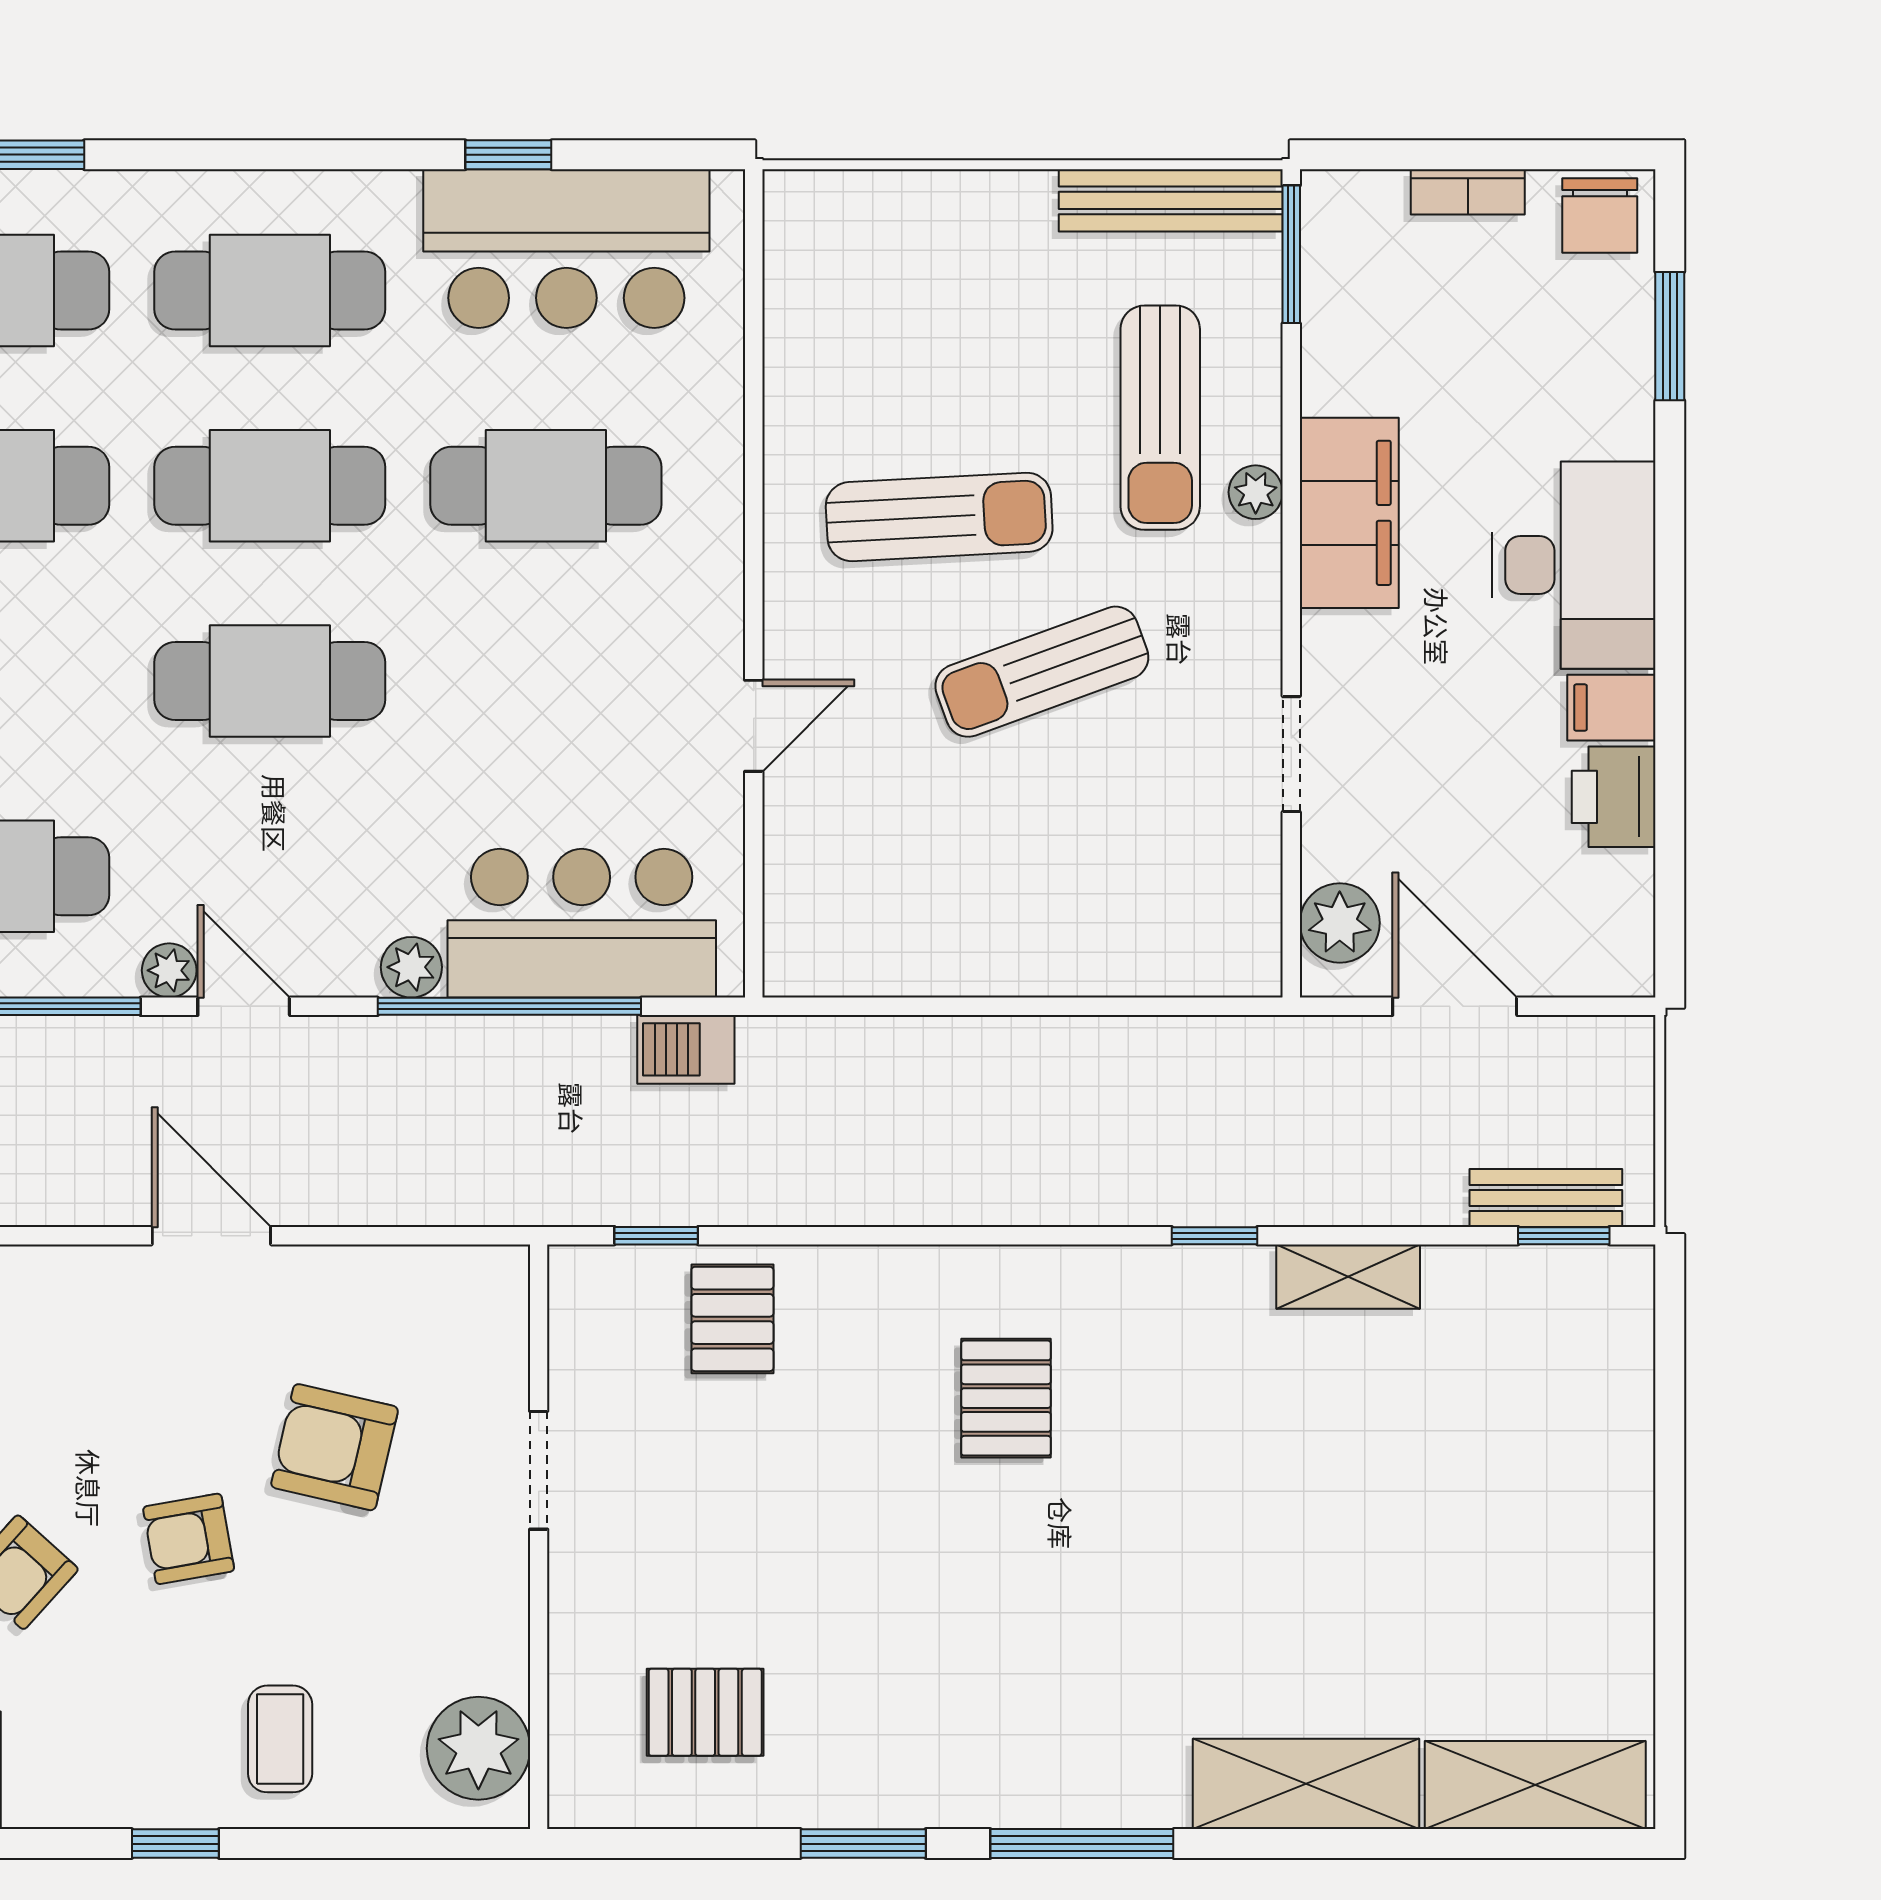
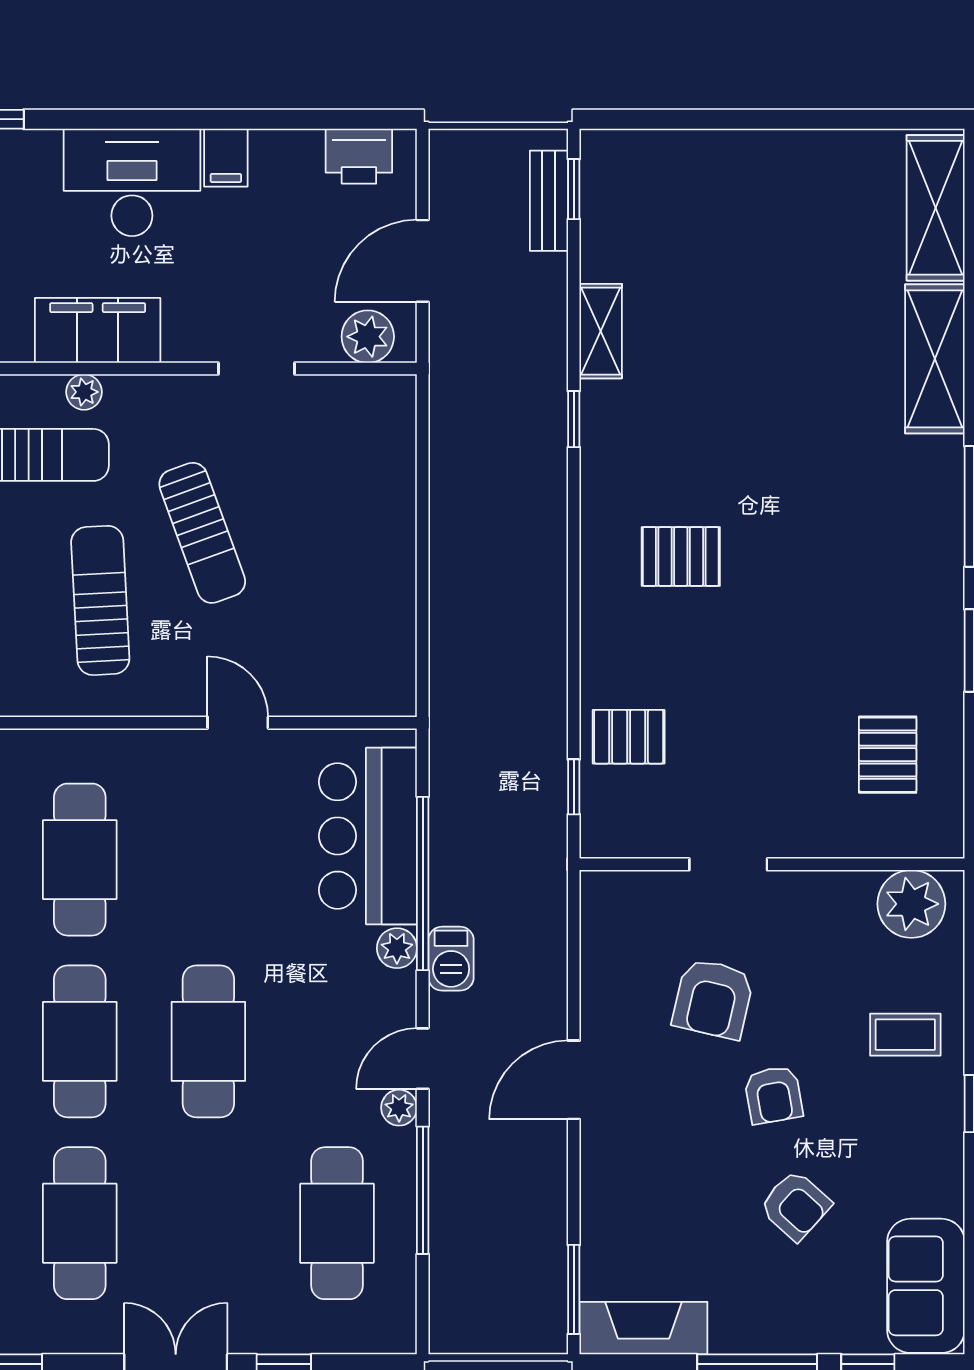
printer: (1614, 797) -> (359, 156), moved
barbecue: (686, 1049) -> (451, 959), moved

